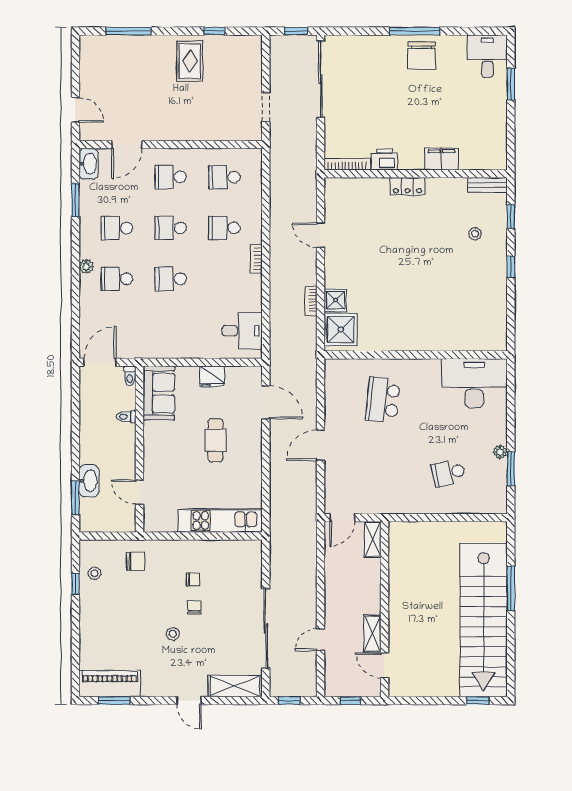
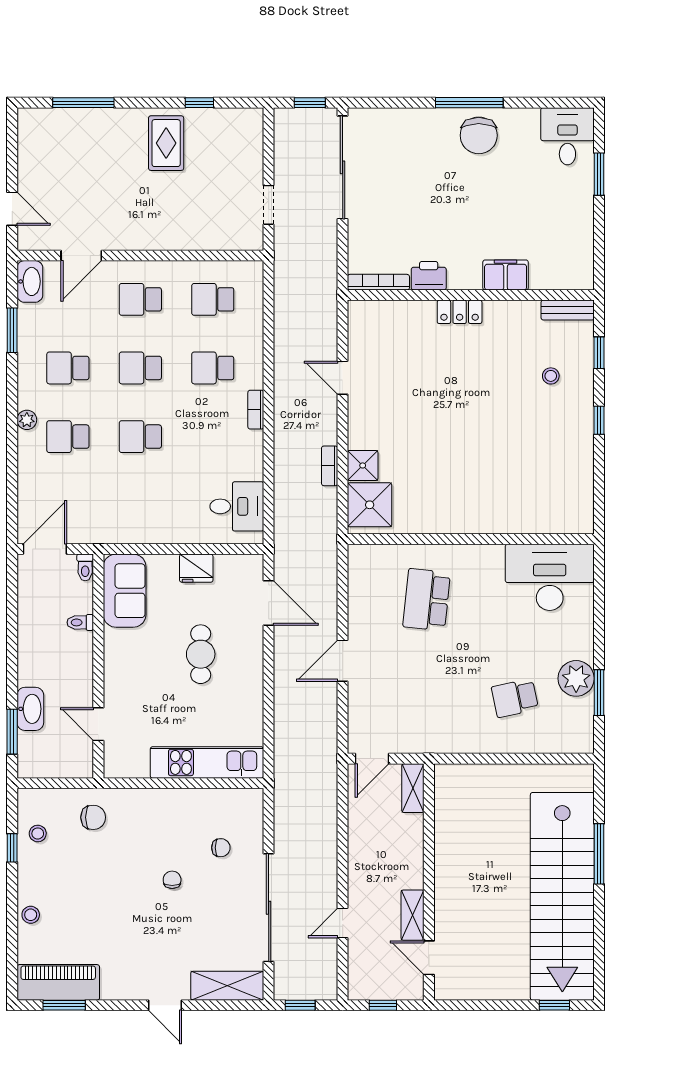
plant: (500, 452) -> (576, 678), width x1.88, depth x1.88
chair: (193, 579) -> (221, 848), moved
stool: (173, 634) -> (31, 915), moved

